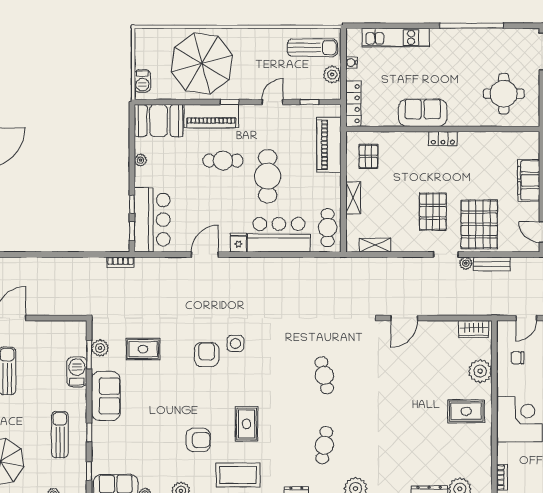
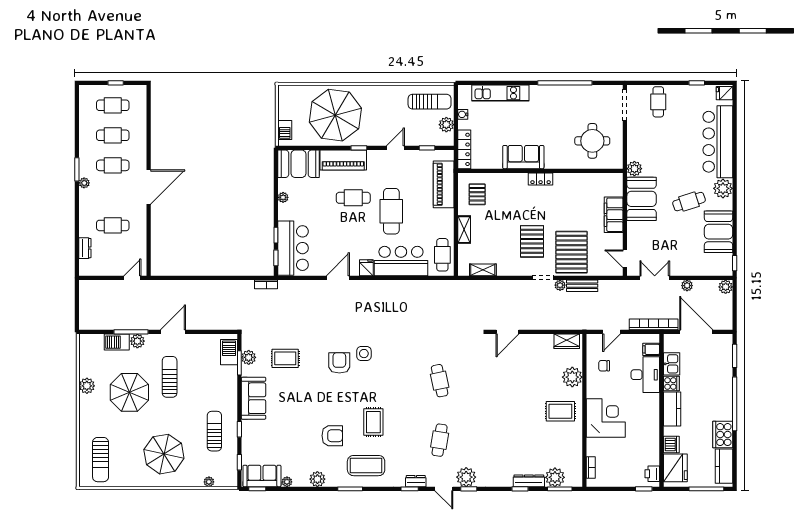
barbecue: (77, 372) -> (229, 352), moved

